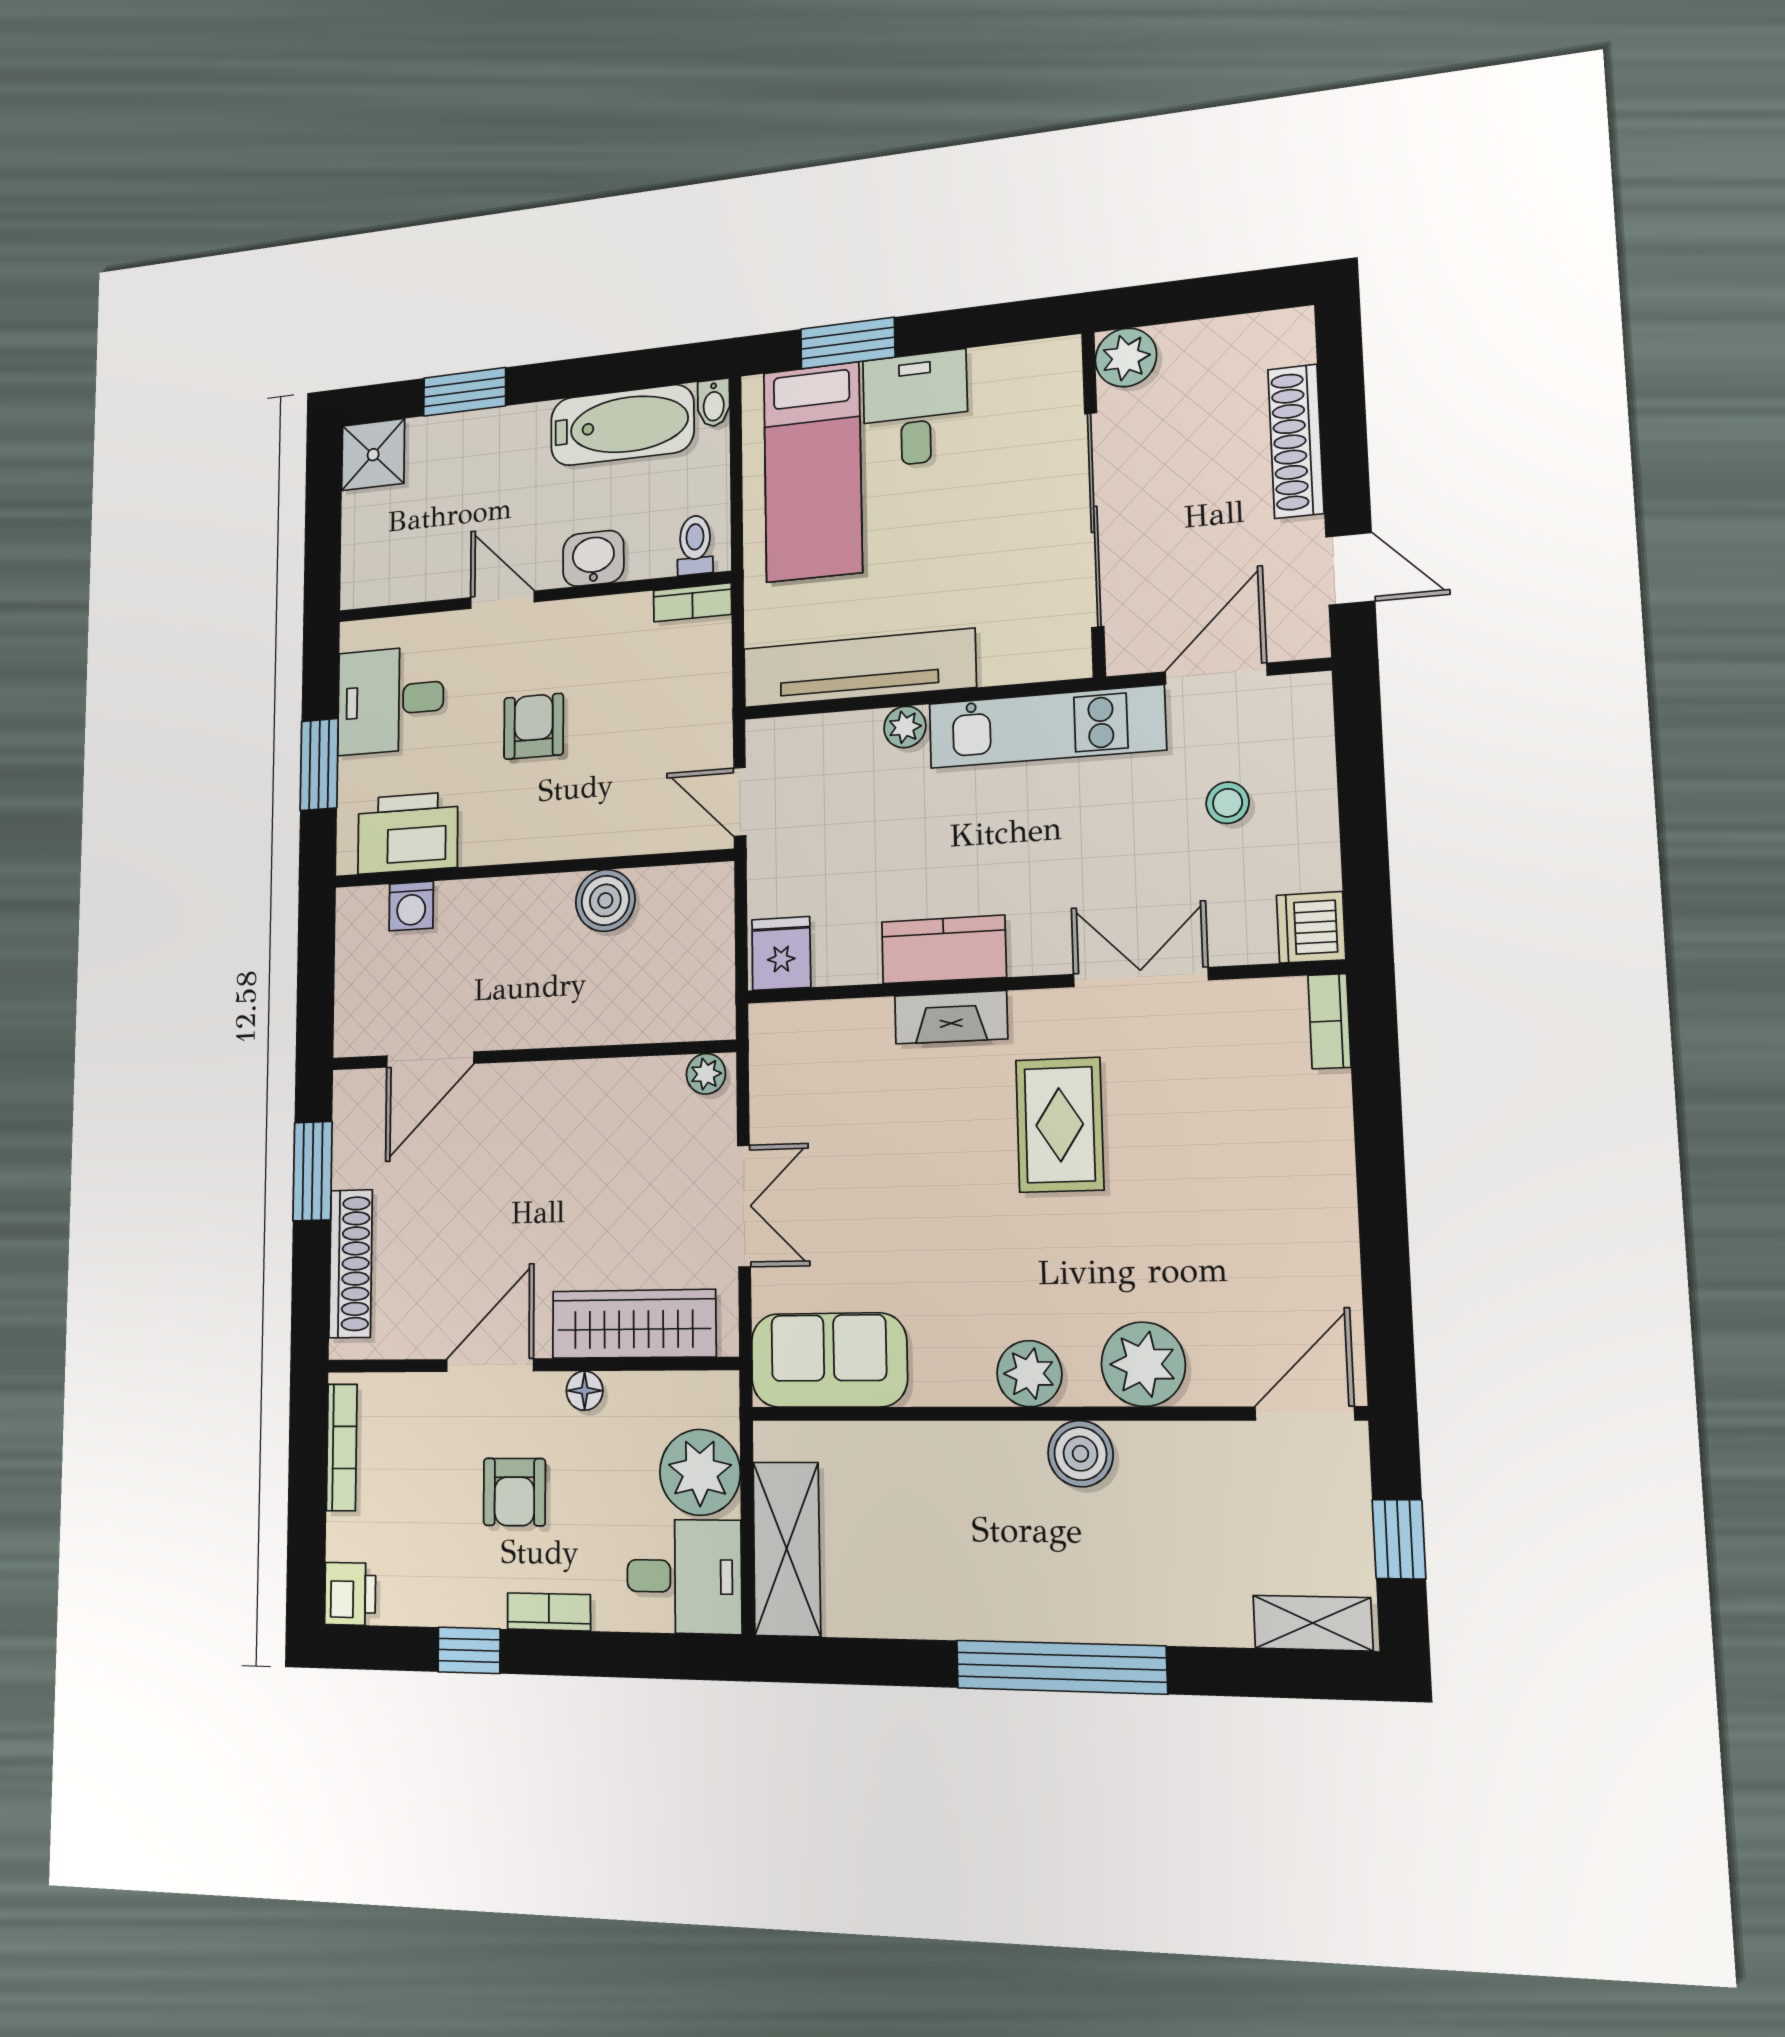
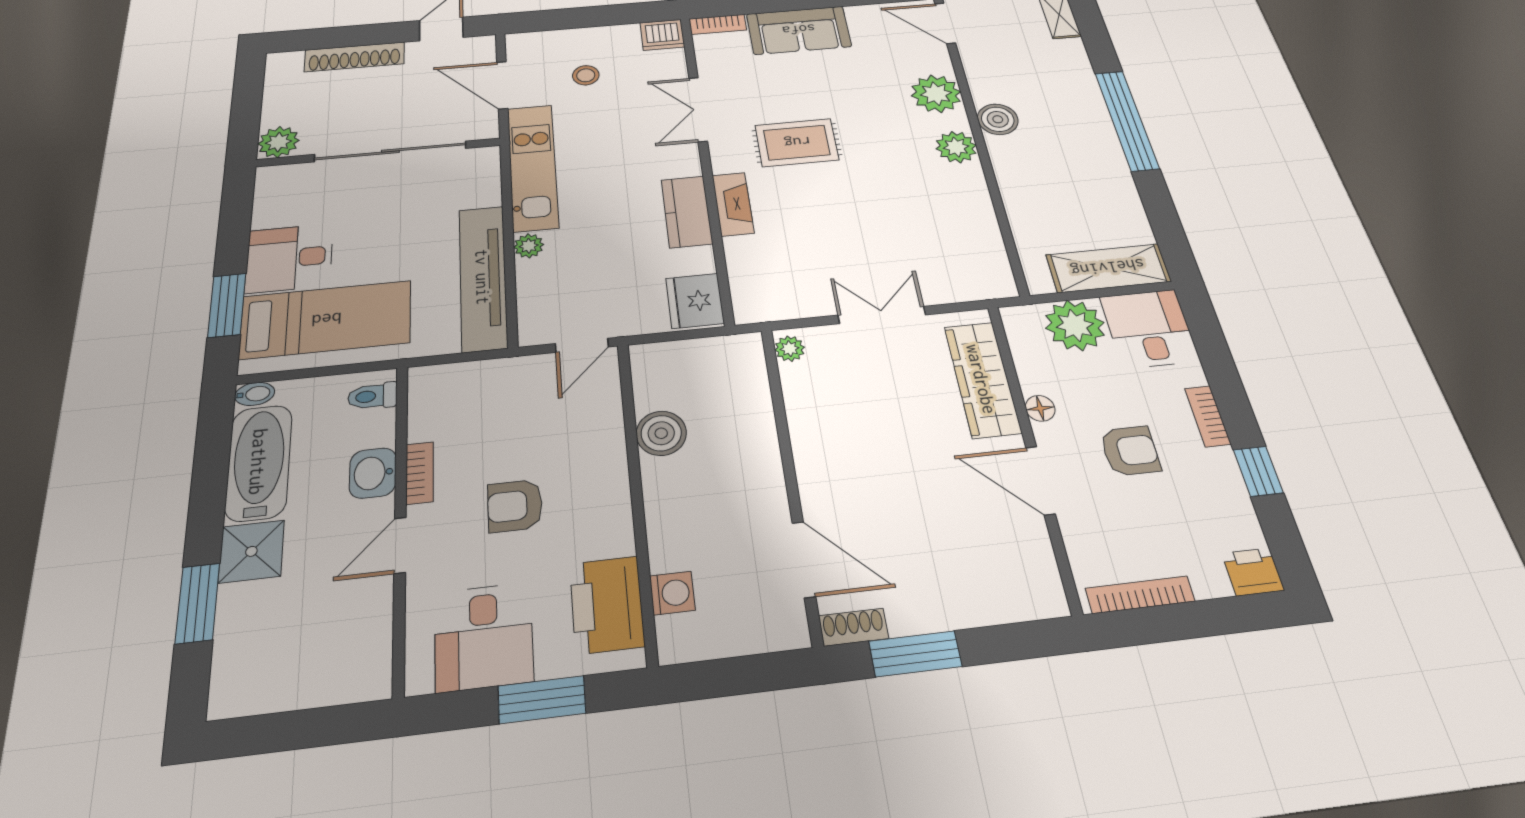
shower: (373, 455) -> (251, 551), moved
bookcase: (692, 602) -> (420, 473), moved
fridge: (781, 953) -> (695, 301), width x1.38
shoe rack: (351, 1264) -> (854, 627), moved, width x0.51, depth x0.81
sofa: (829, 1360) -> (799, 30), moved, turned -90

